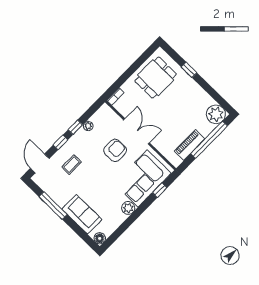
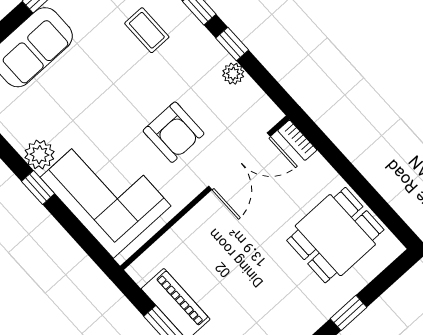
dining table: (156, 78) -> (335, 235), turned 90
double door: (137, 131) -> (239, 161), moved
window: (160, 190) -> (38, 188), moved

